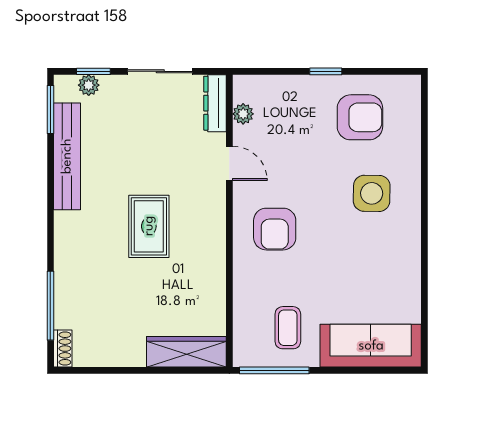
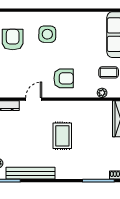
plant: (243, 114) -> (102, 93), moved
rug: (149, 226) -> (62, 136), turned 90

